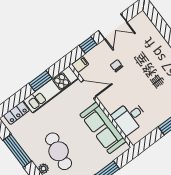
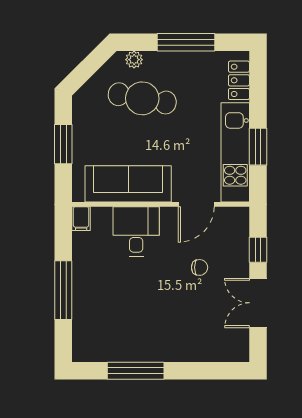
filing cabinet: (80, 64) -> (81, 219), moved
desk: (130, 117) -> (136, 231), moved

